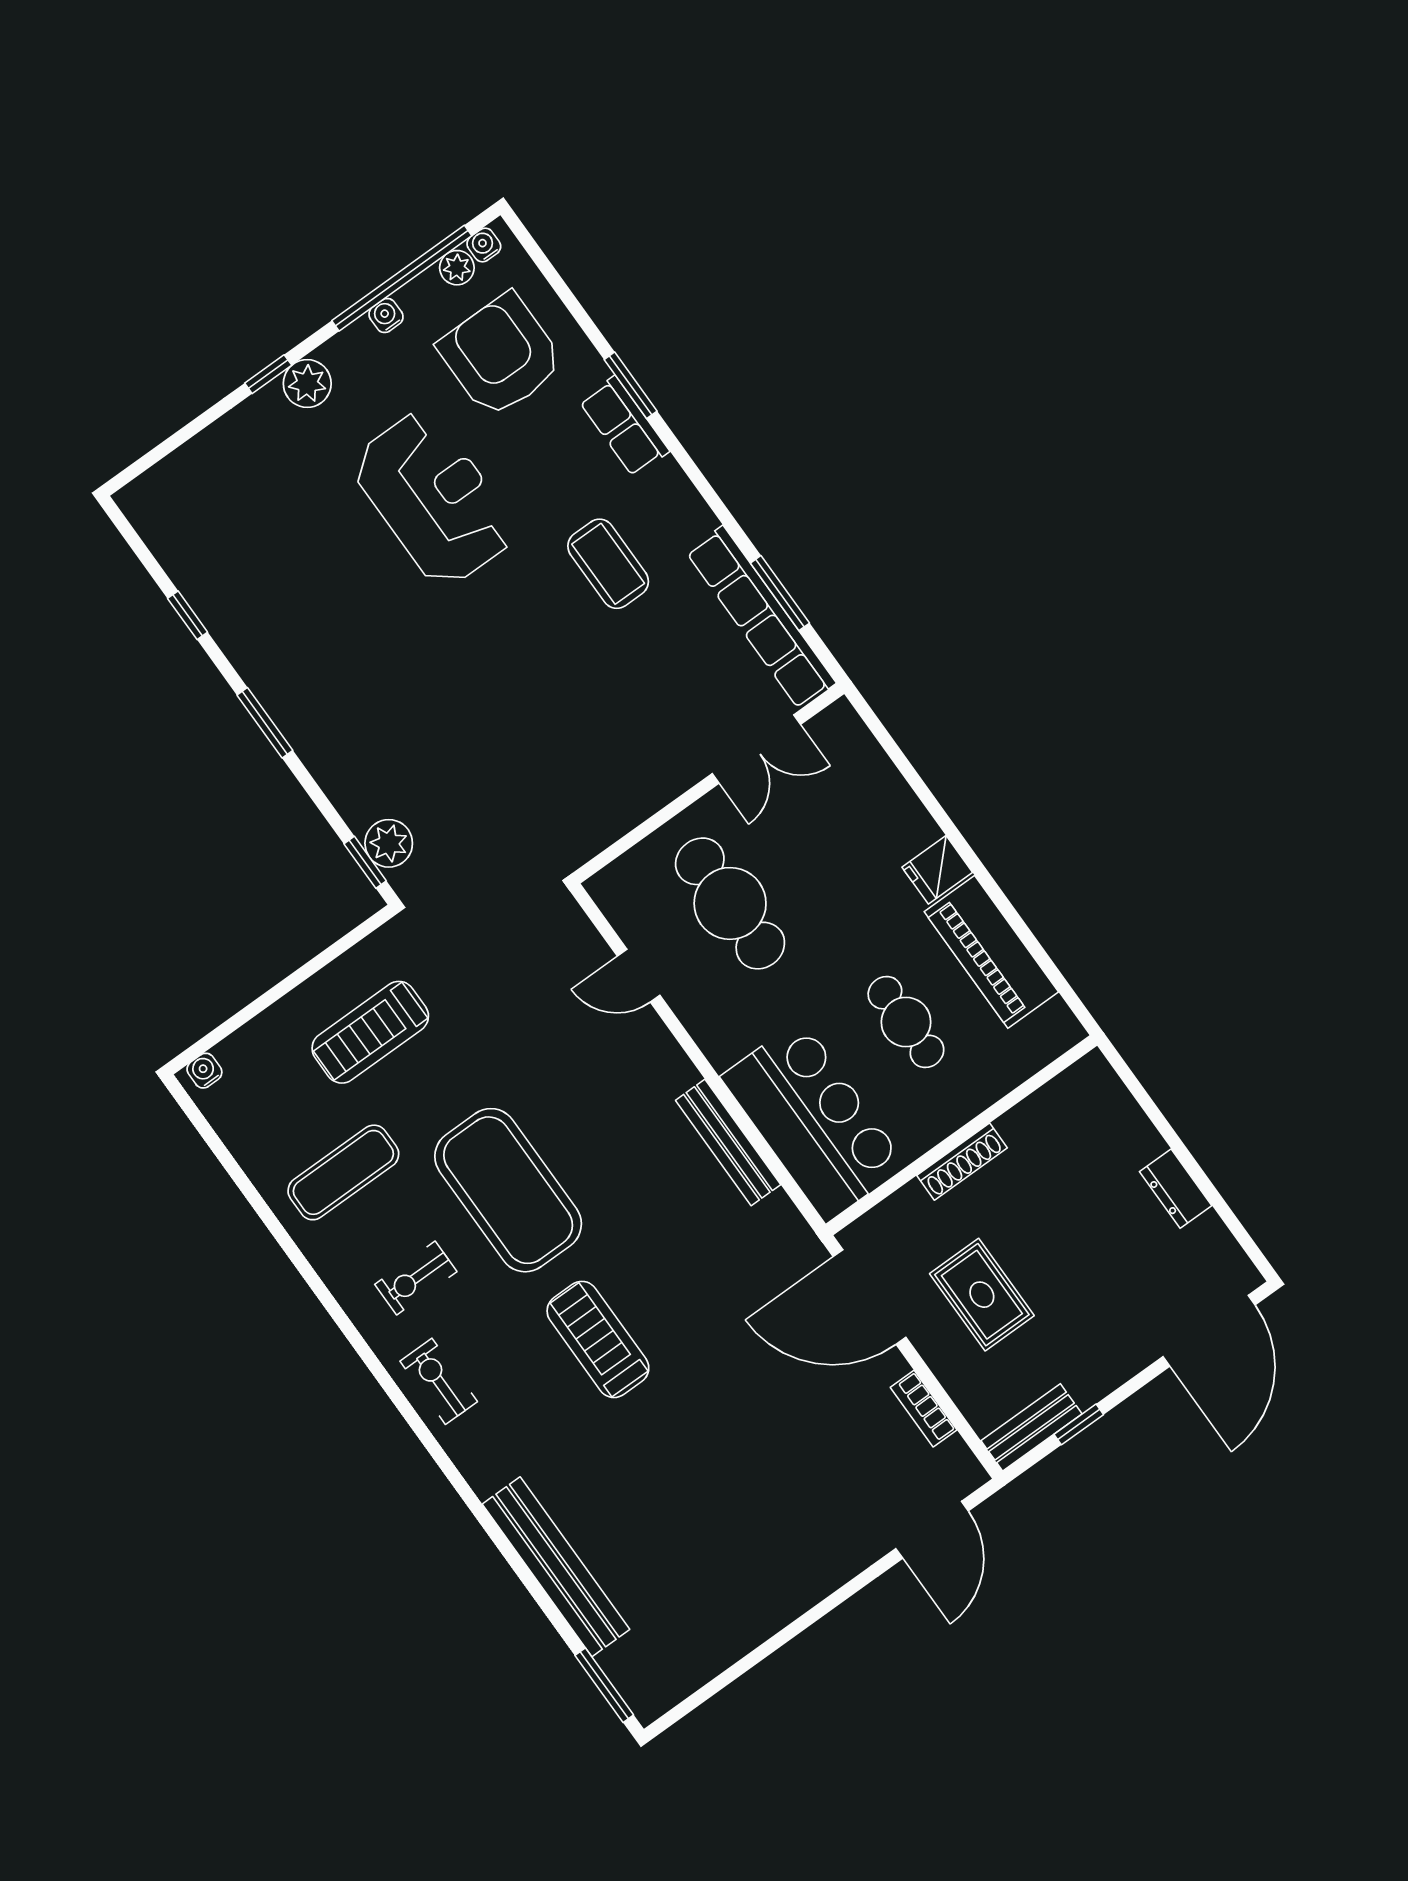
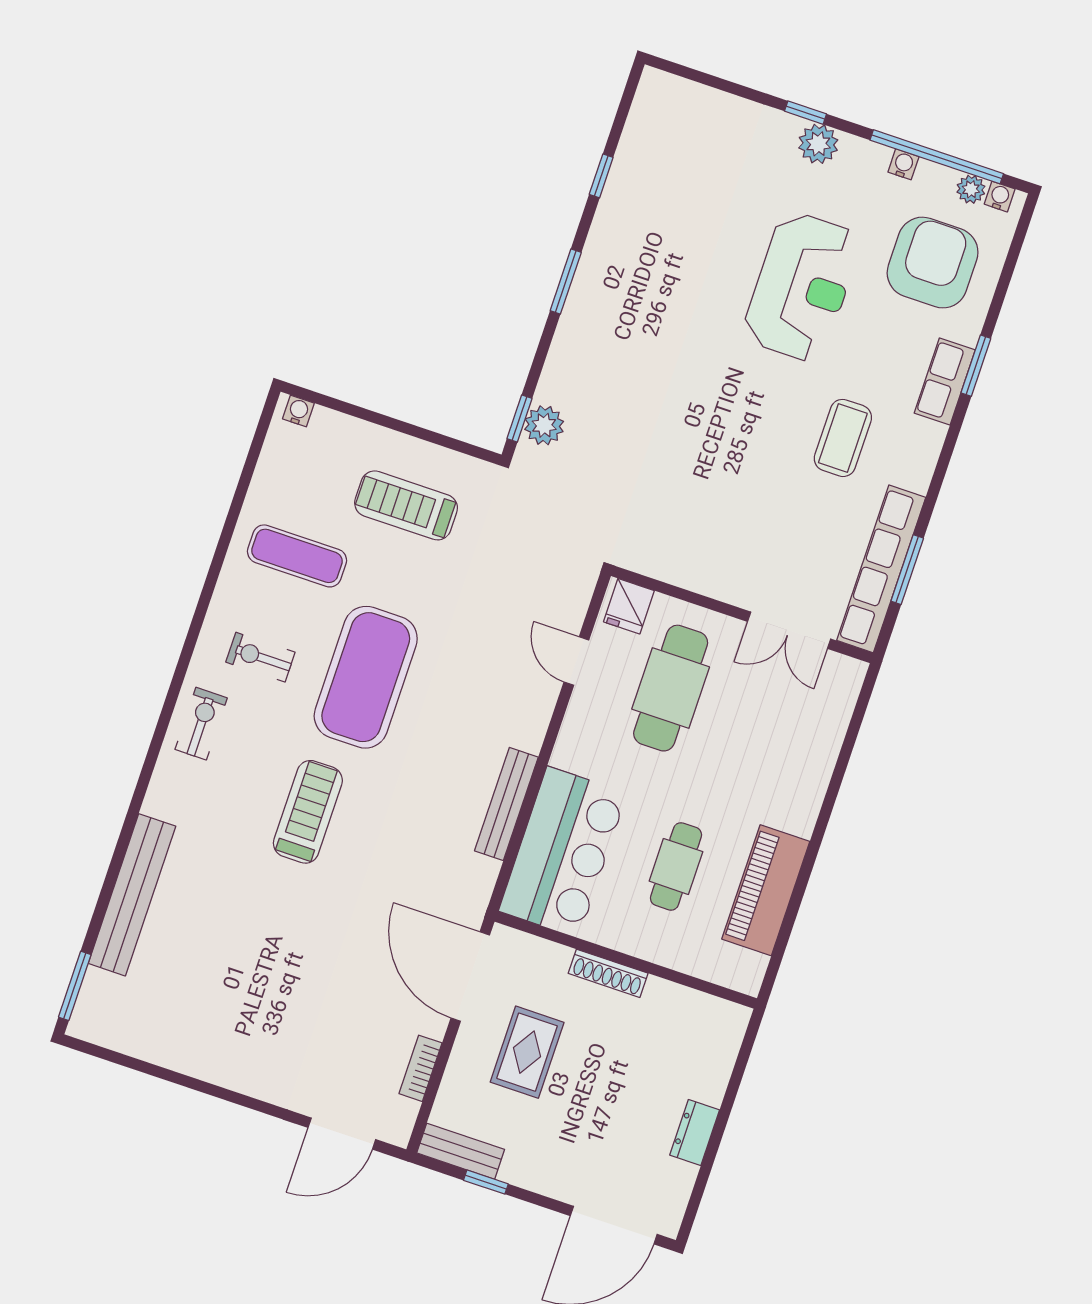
fridge: (937, 870) -> (629, 606), moved, turned -90

